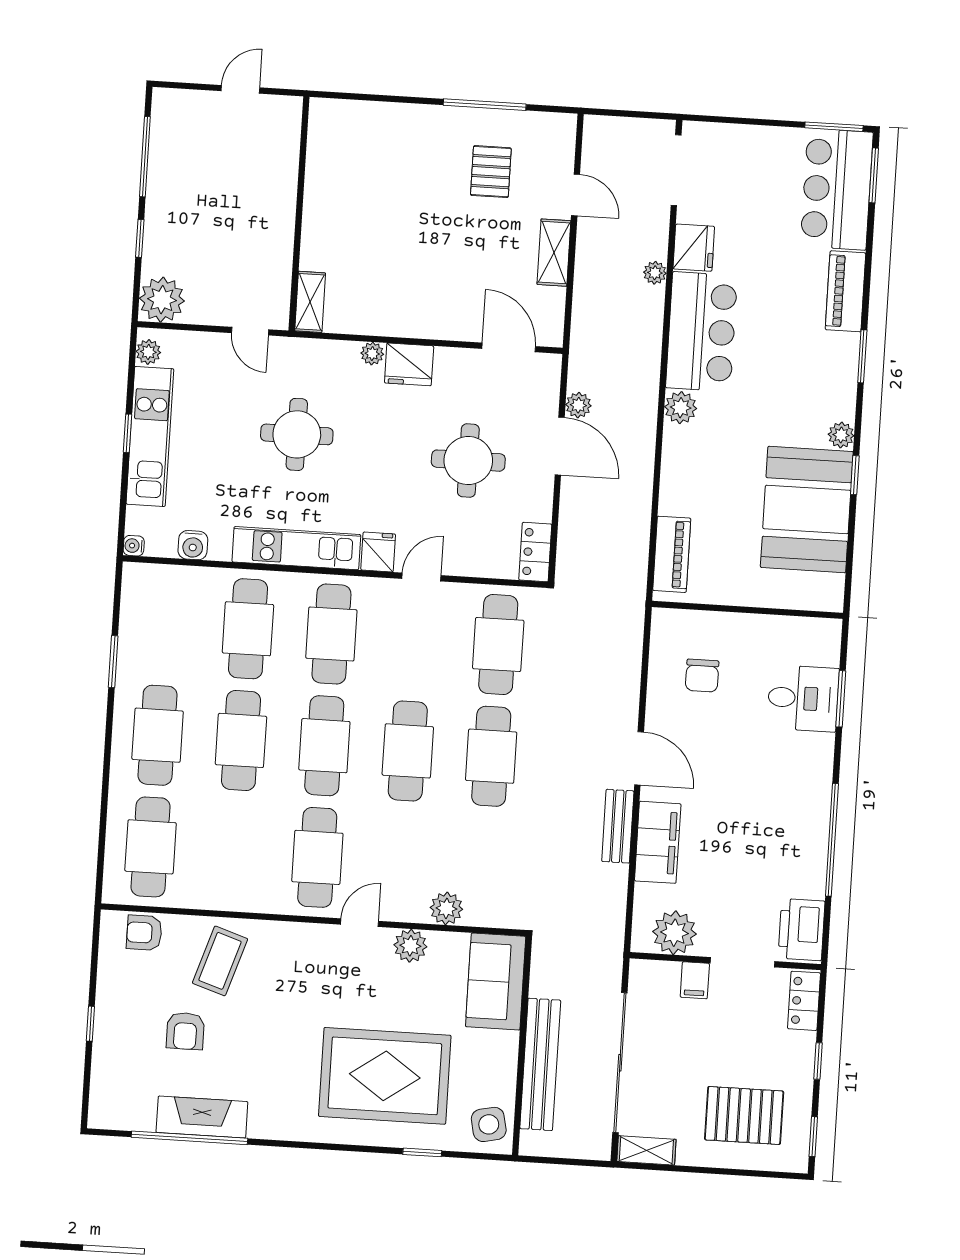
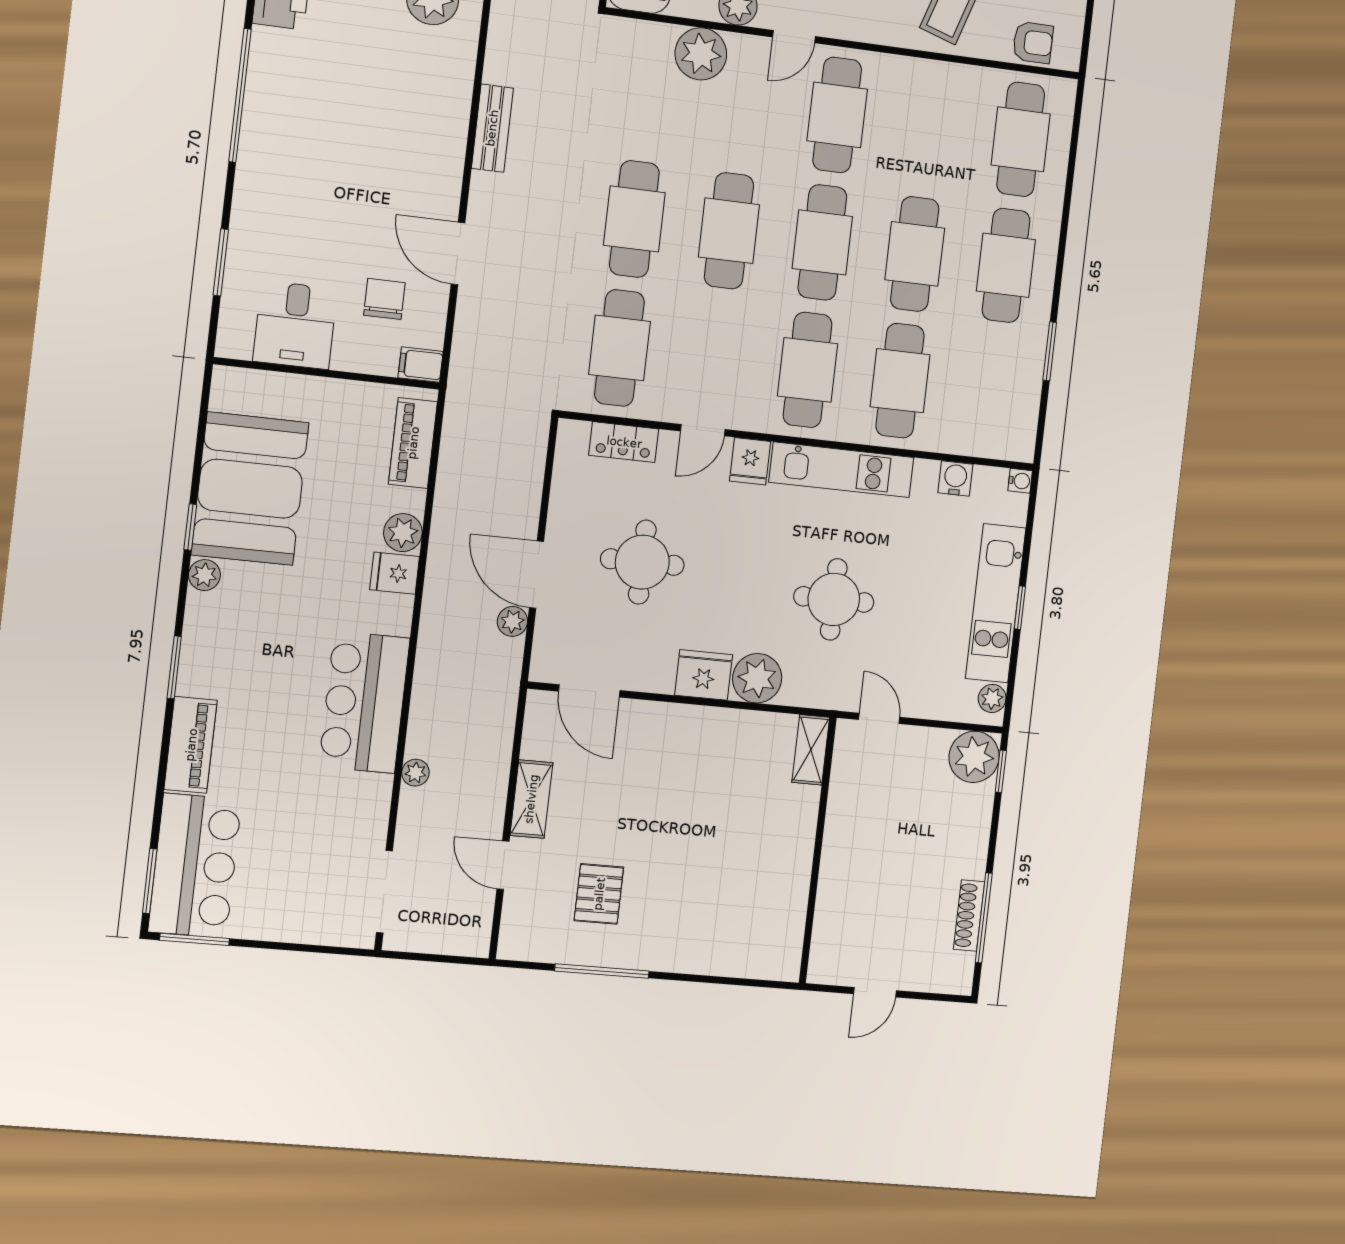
shoe rack: (158, 159) -> (969, 916), added
window: (140, 238) -> (1001, 771), moved
fridge: (694, 248) -> (395, 573), moved, width x0.72
plant: (372, 354) -> (757, 678), width x1.88, depth x1.88
plant: (681, 408) -> (403, 533), moved
locker: (535, 552) -> (624, 442), moved, turned 90
desk: (803, 698) -> (295, 325), moved, turned -90
door: (639, 758) -> (458, 254), moved
filing cabinet: (658, 842) -> (421, 365), moved, width x0.33, depth x0.86
plant: (446, 908) -> (701, 54), width x1.36, depth x1.36

